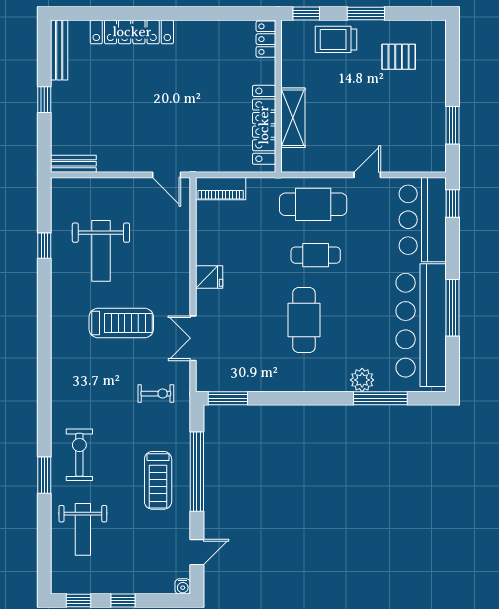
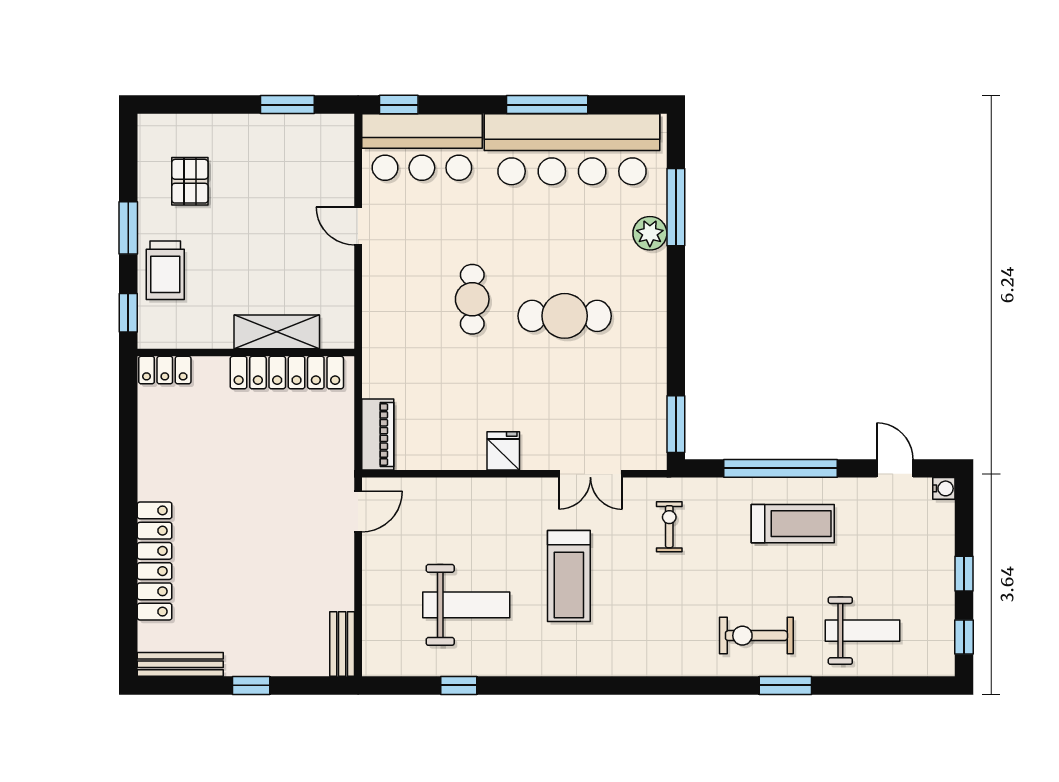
cafe table: (313, 204) -> (400, 303), removed
treadmill: (121, 323) -> (569, 576), turned 180

